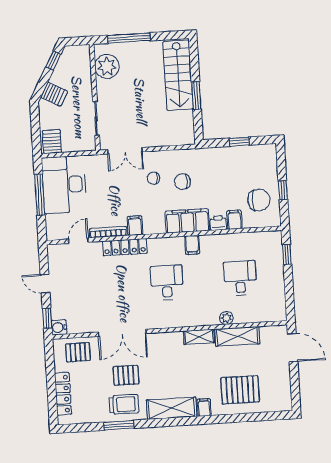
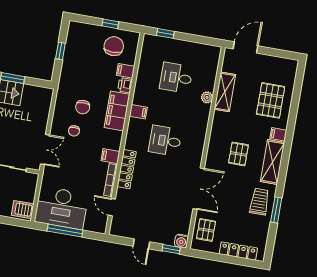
door: (45, 284) -> (141, 244), hinge flipped
shelving: (199, 337) -> (217, 124), removed
pallet: (126, 375) -> (238, 154), moved

